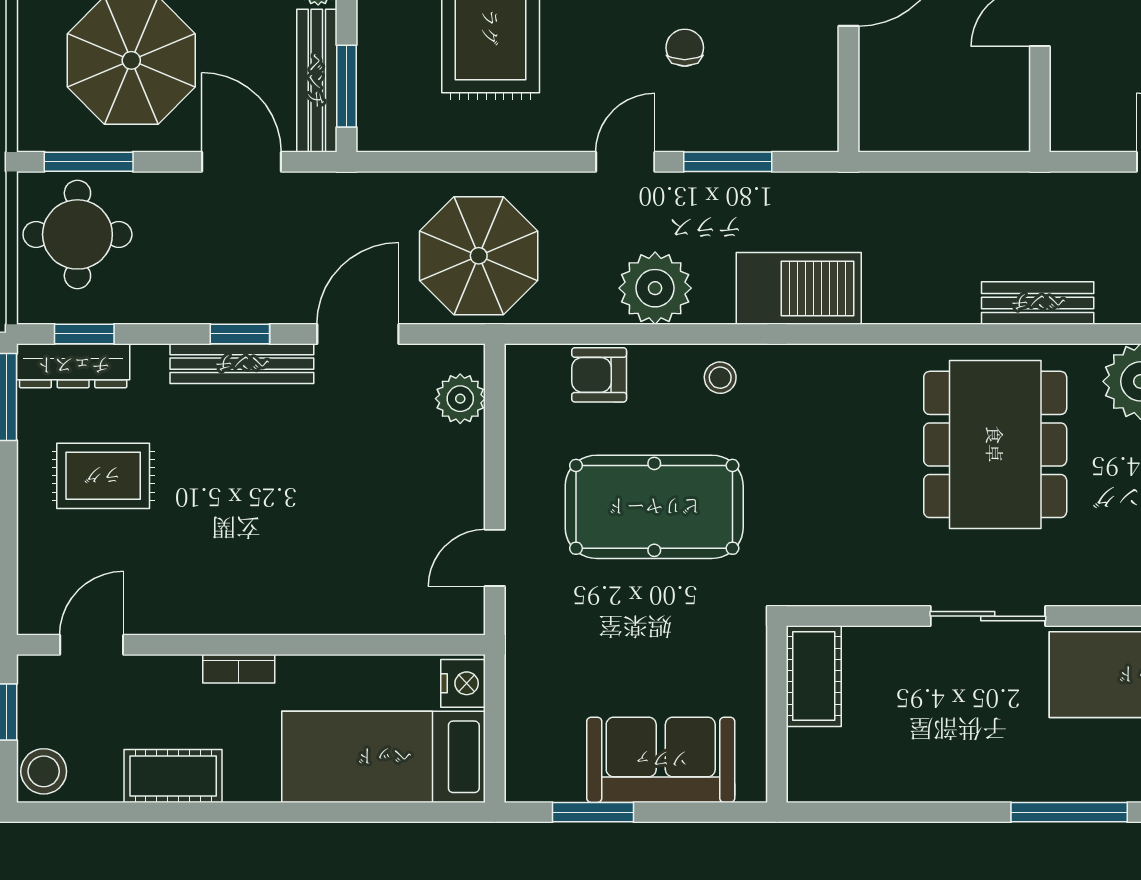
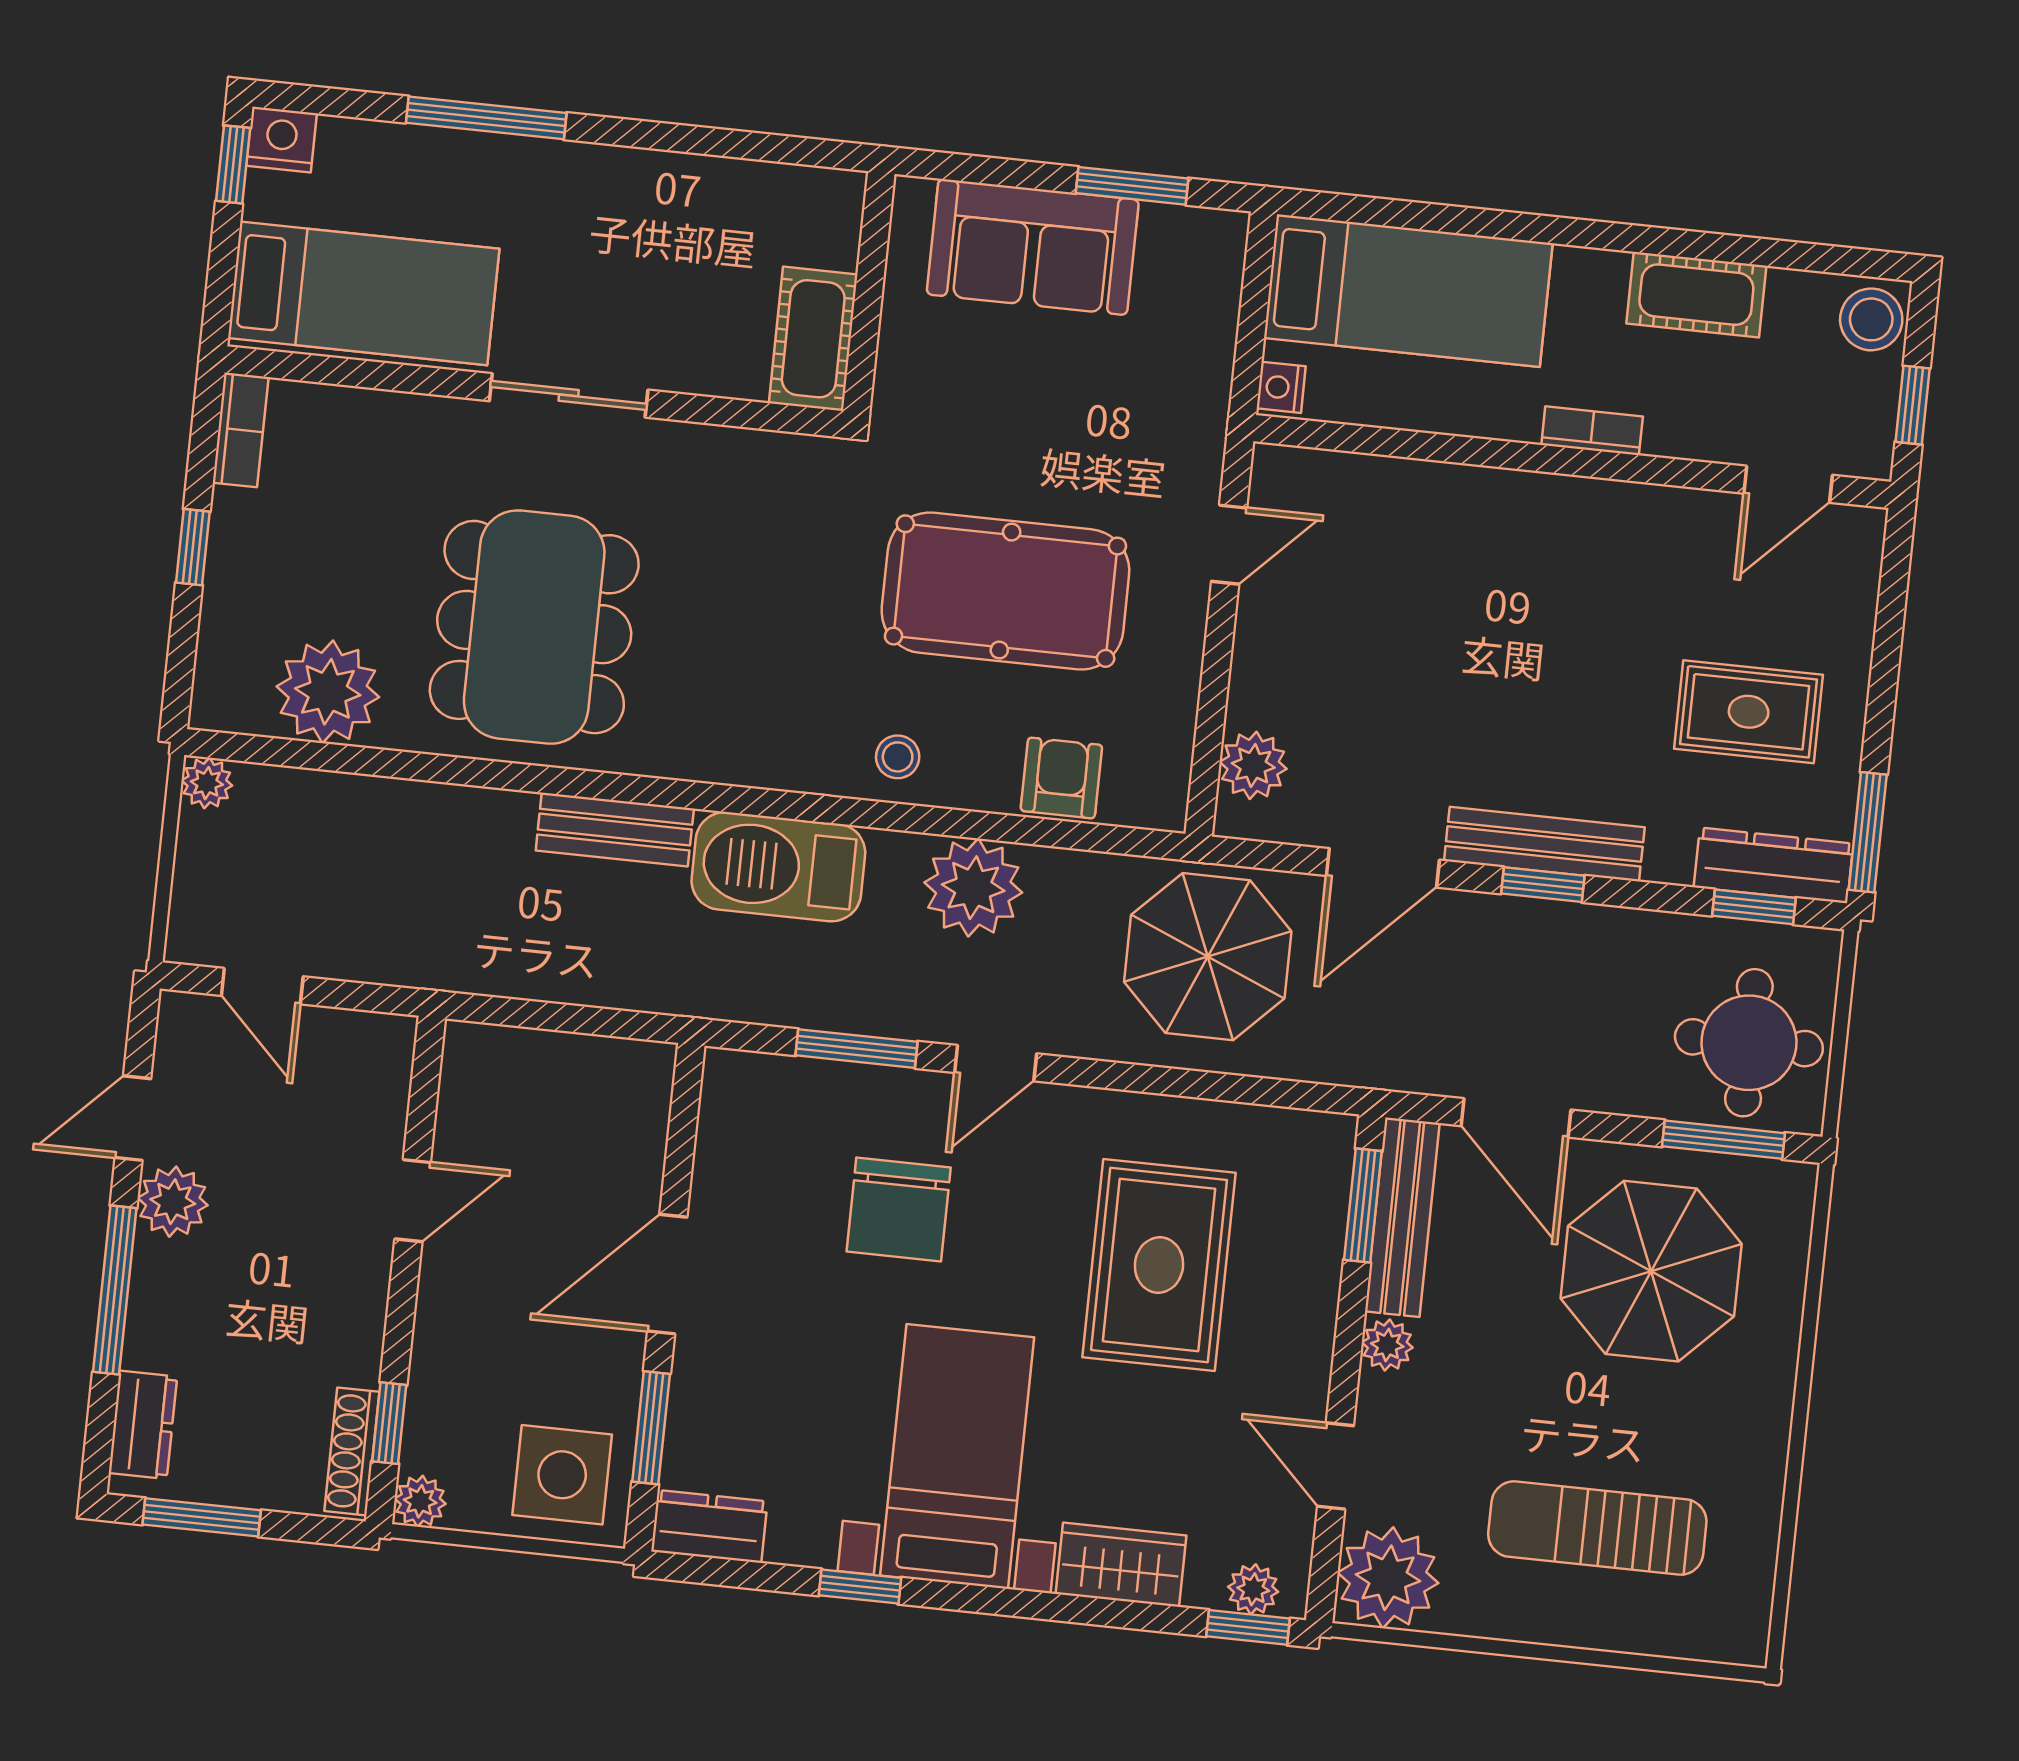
chair: (685, 48) -> (899, 1209), width x1.87, depth x1.87
bench: (1038, 303) -> (615, 830), moved
armchair: (599, 375) -> (1061, 778), turned -90
nightstand: (463, 683) -> (1281, 387), width x0.72, depth x0.74

